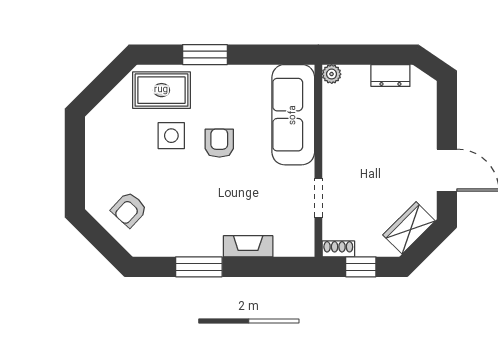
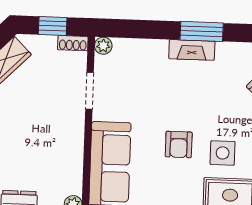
fireplace: (248, 246) -> (192, 50), moved
plant: (305, 247) -> (103, 46), added

